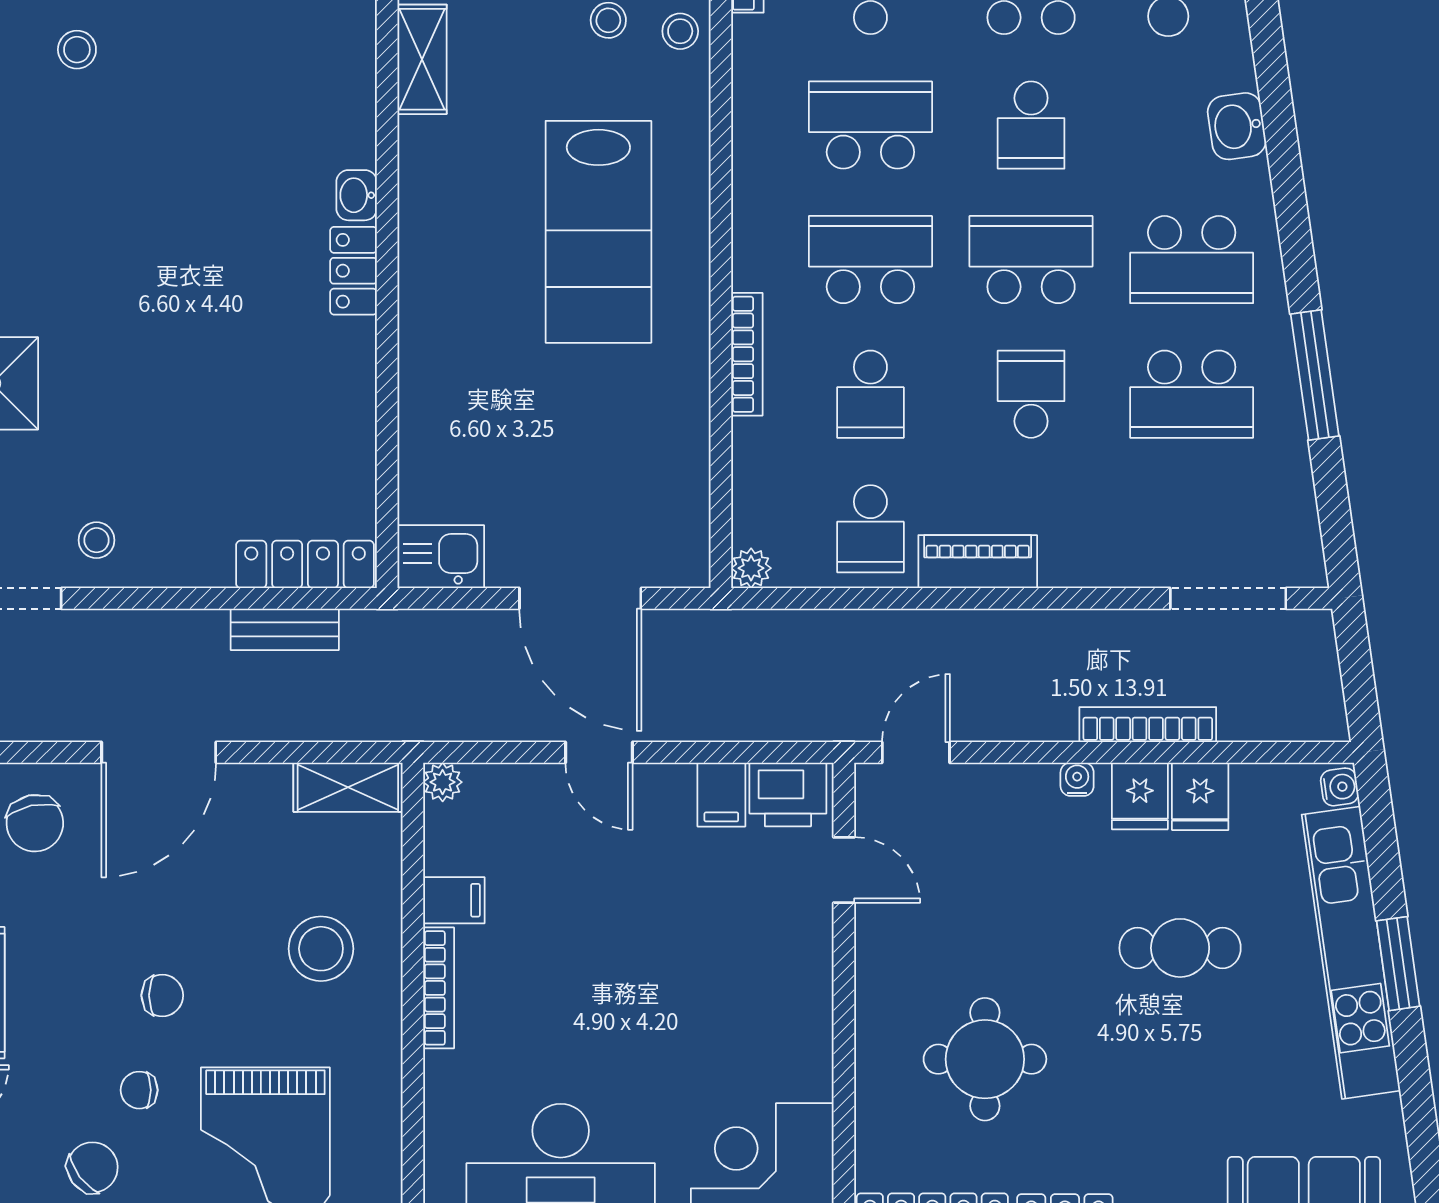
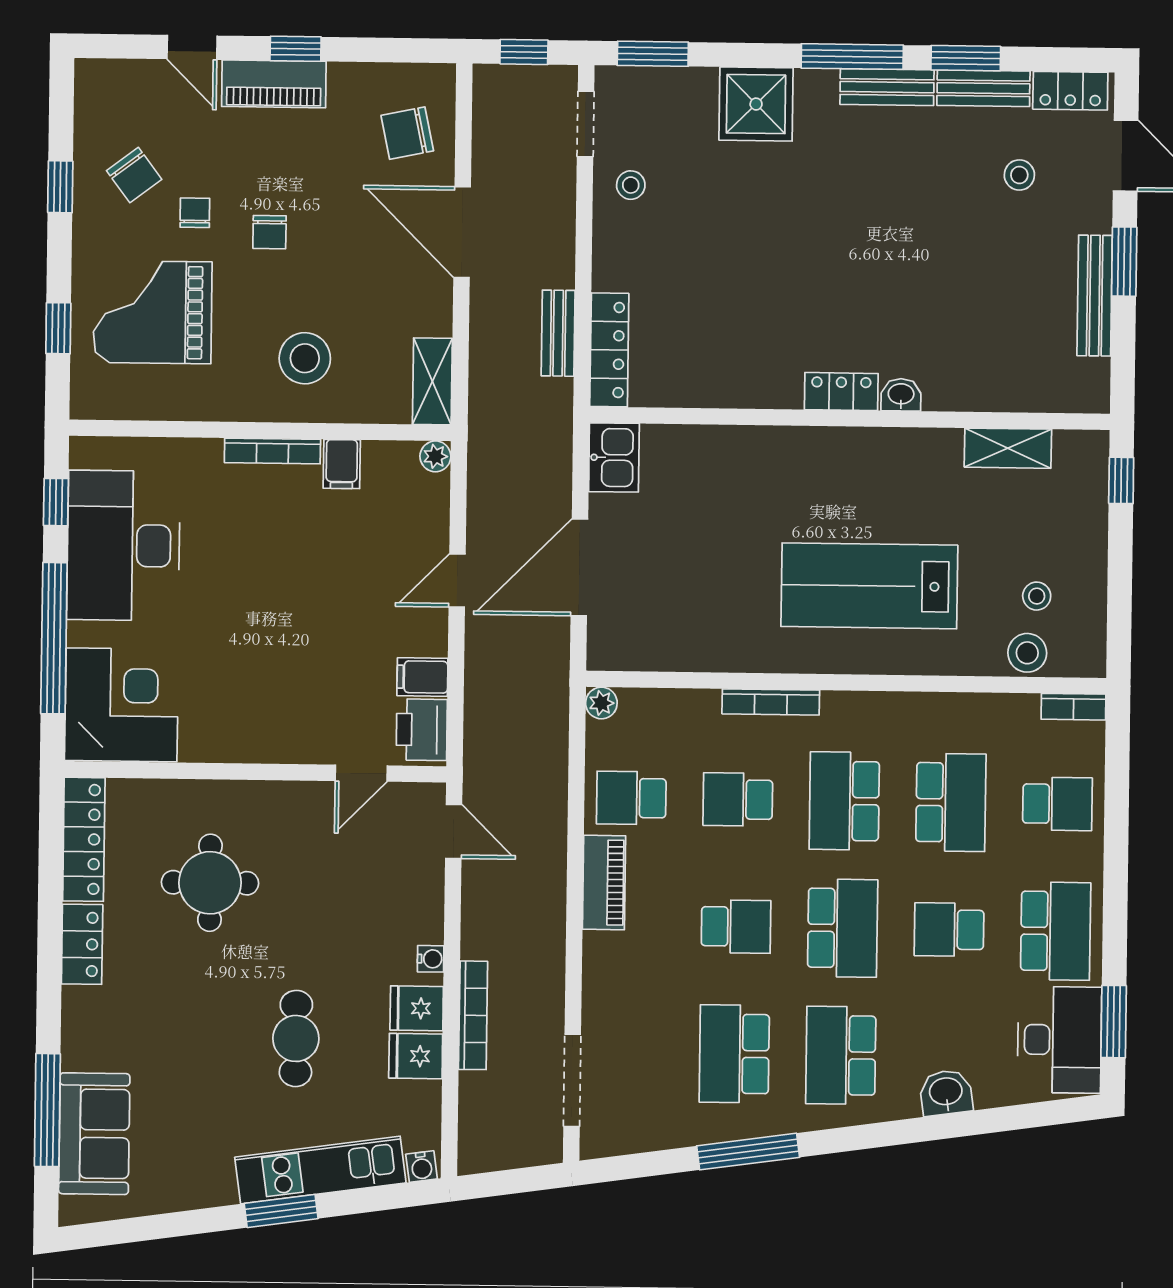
stool: (680, 31) -> (1027, 653), width x1.37, depth x1.37
school desk: (870, 260) -> (844, 801), turned 180
kitchen unit: (1351, 953) -> (320, 1170), width x0.73

